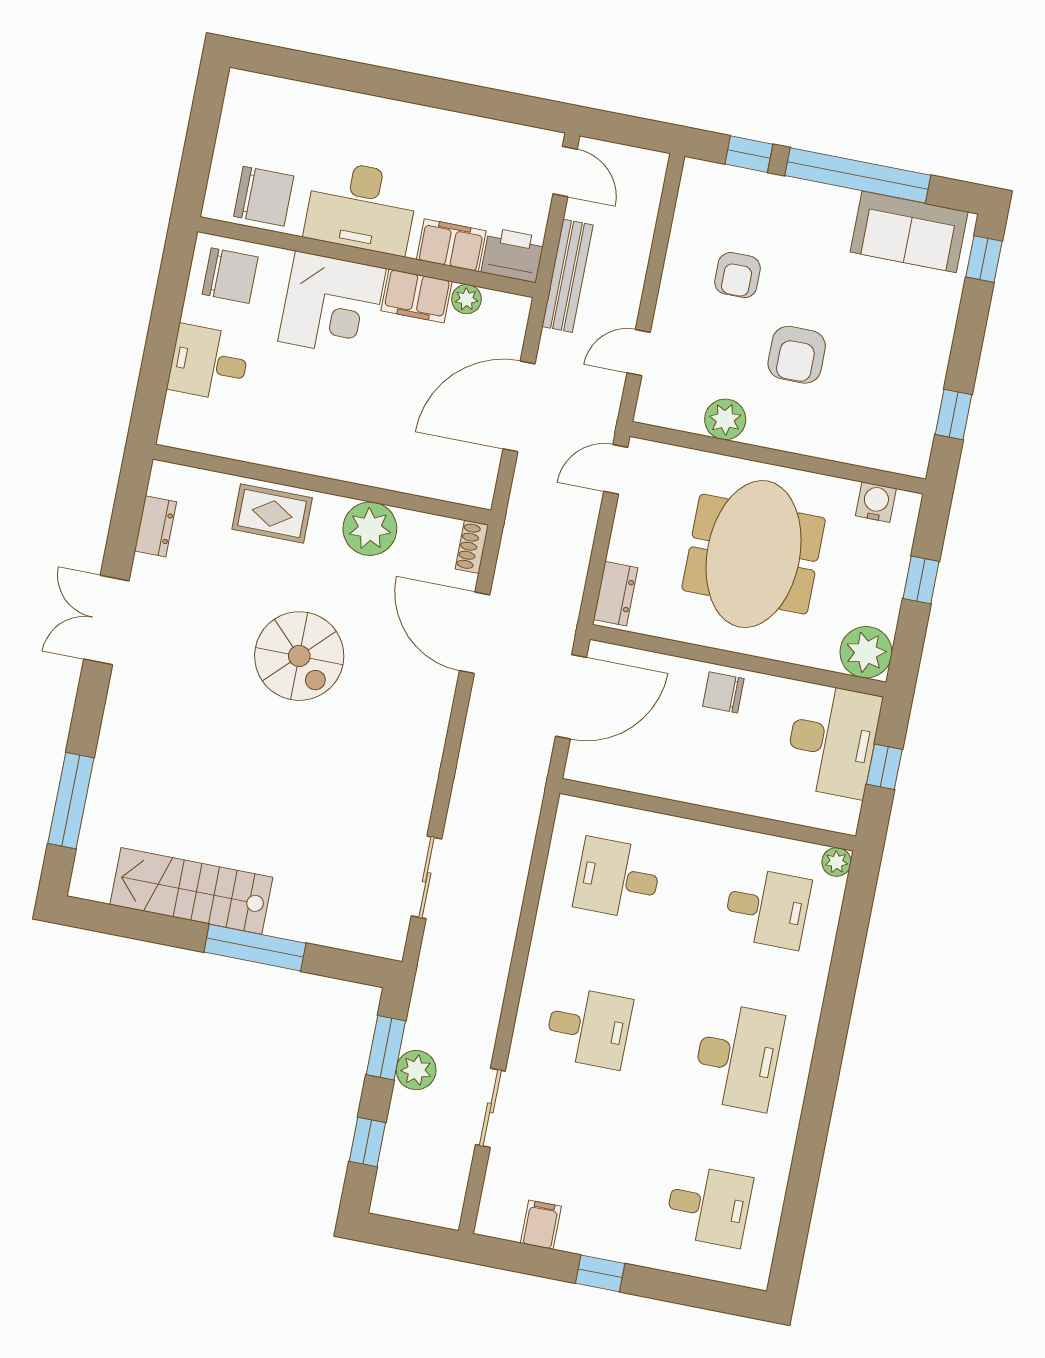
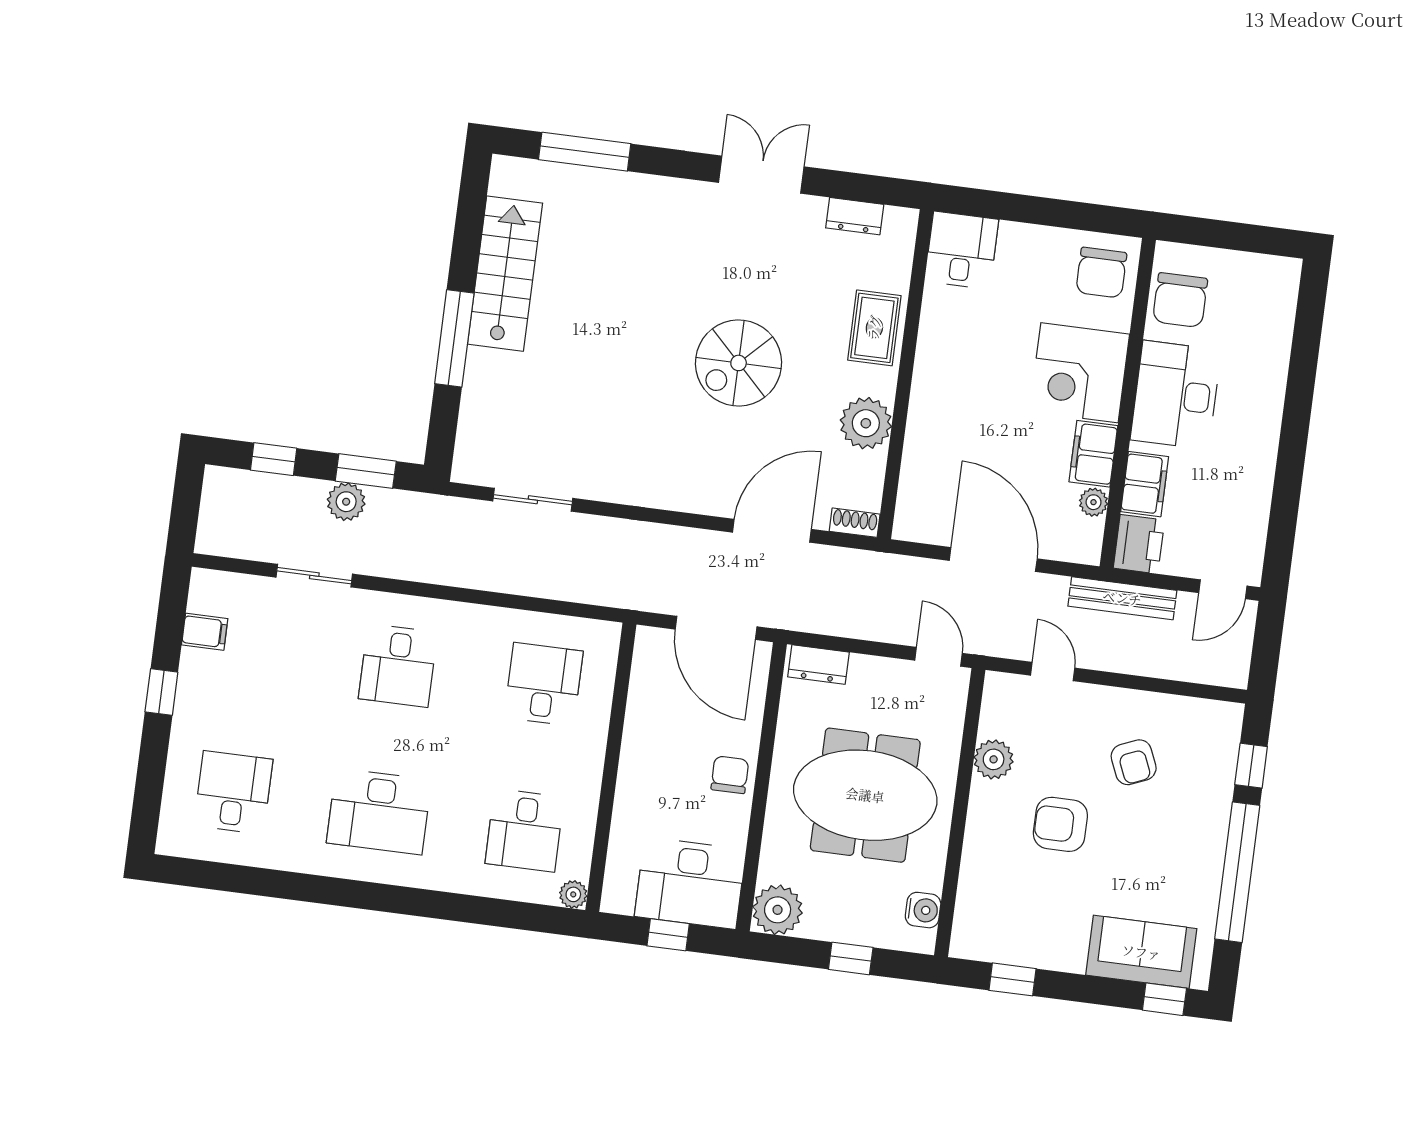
sofa: (909, 232) -> (1141, 952), moved, turned 90
armchair: (737, 275) -> (1134, 762), turned -113
desk: (209, 363) -> (962, 250), moved
desk: (709, 1206) -> (233, 792), turned 180

